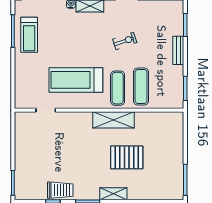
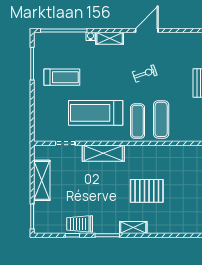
treadmill: (29, 35) -> (62, 77), moved, turned -90
shelving: (113, 120) -> (103, 153), moved
shelving: (23, 147) -> (42, 180), added
trolley: (60, 190) -> (80, 224), turned 180

